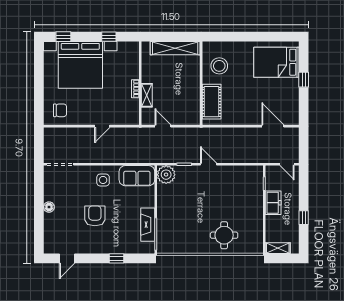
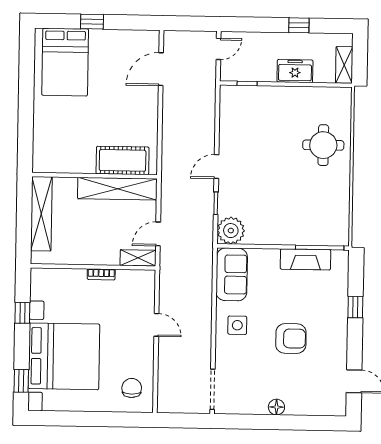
stool: (219, 66) -> (69, 148), removed
shelving: (147, 95) -> (138, 258), moved
shelving: (193, 98) -> (117, 189), added
freezer: (273, 203) -> (295, 71), moved
armchair: (95, 216) -> (291, 339), turned 180

